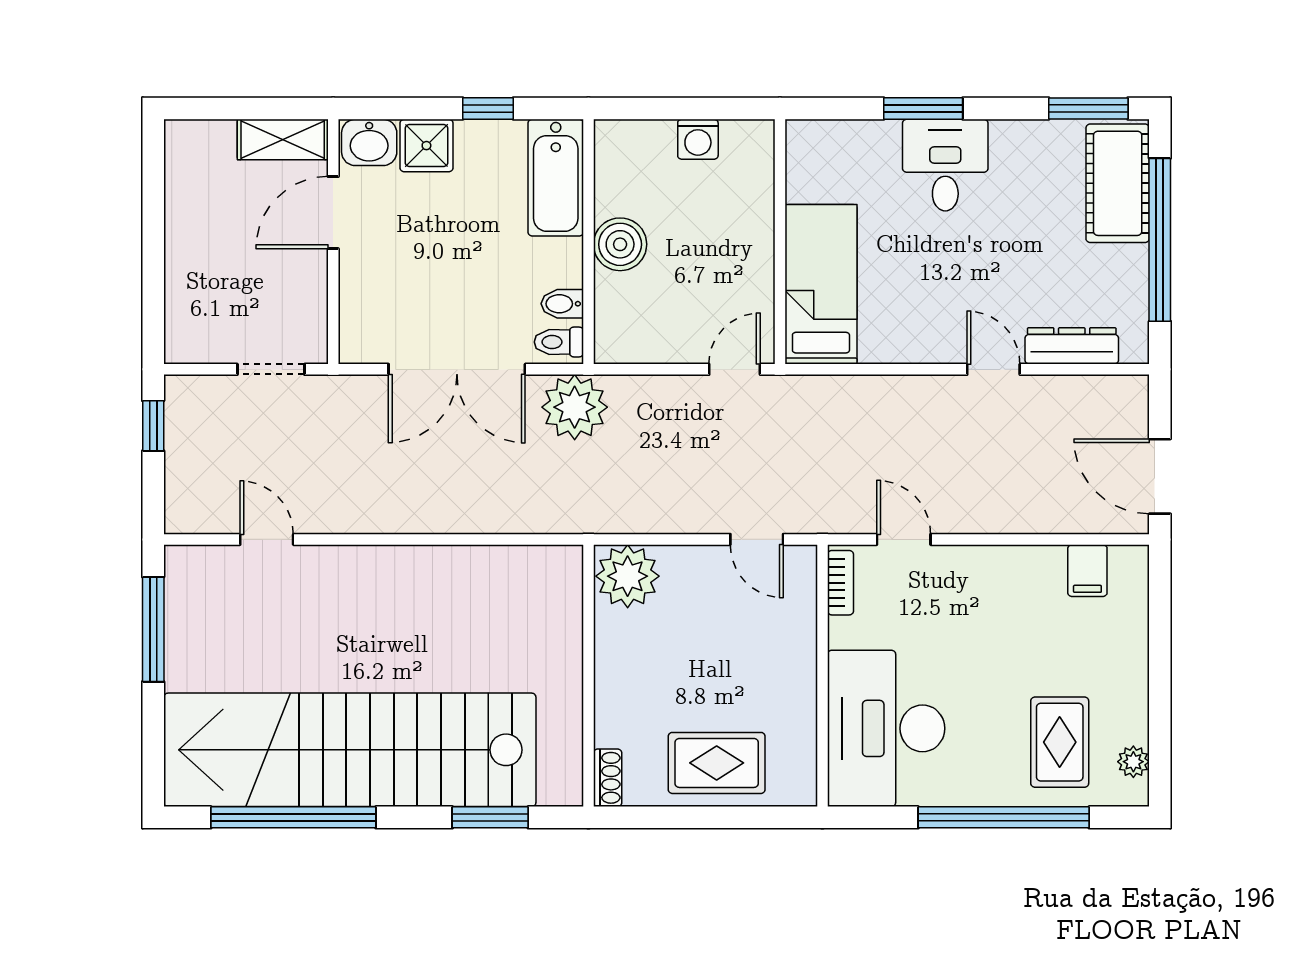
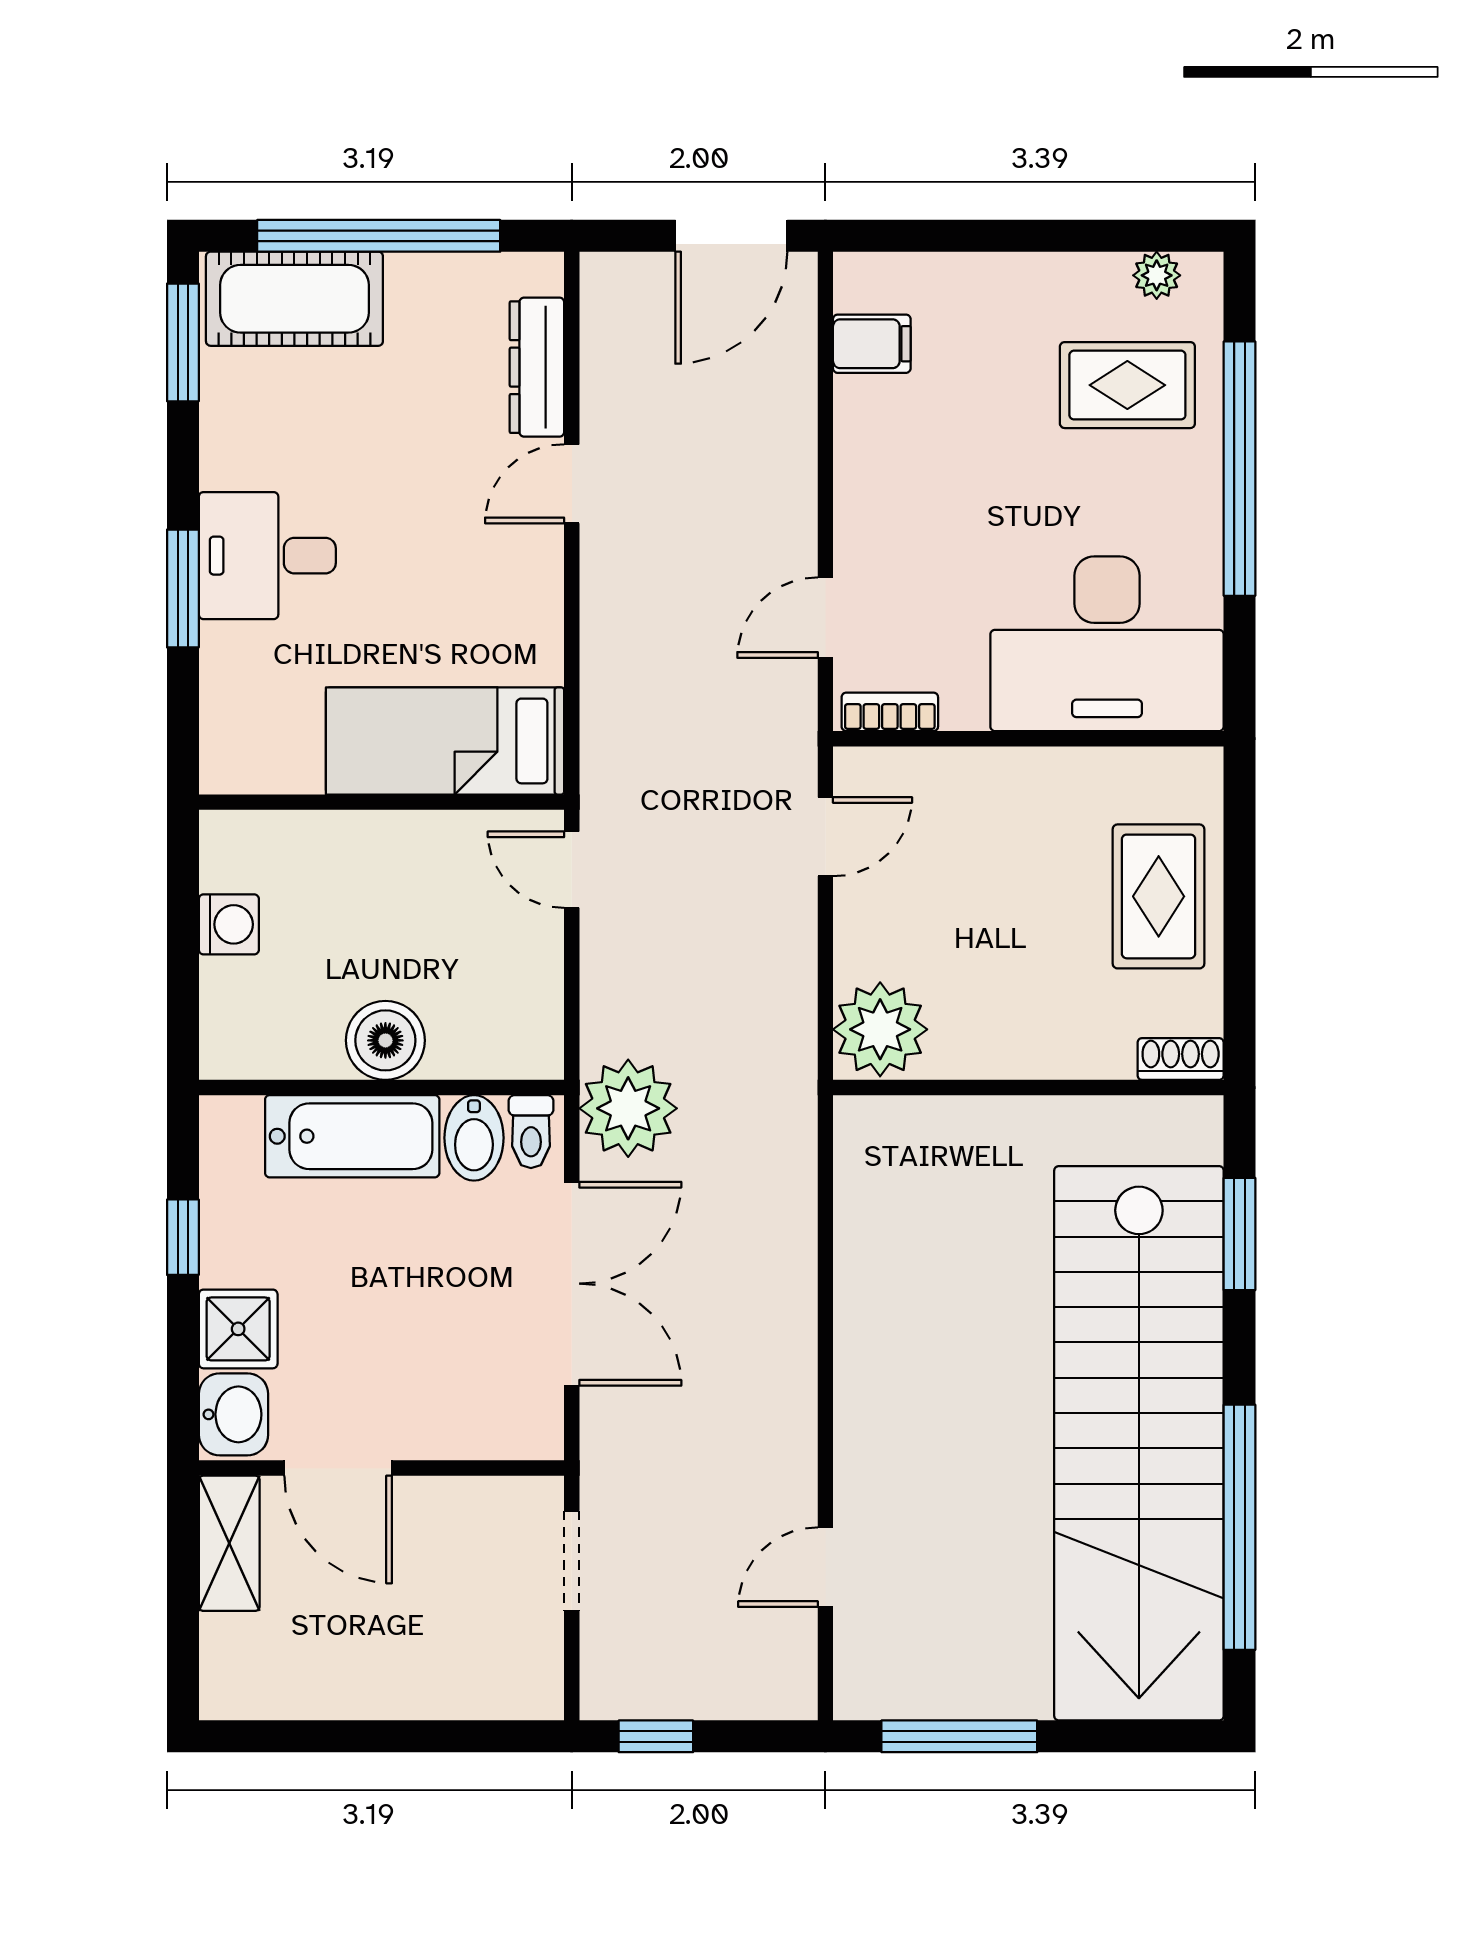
bathtub: (556, 178) -> (352, 1136), moved
bidet: (562, 304) -> (474, 1138), width x1.38, depth x1.36

